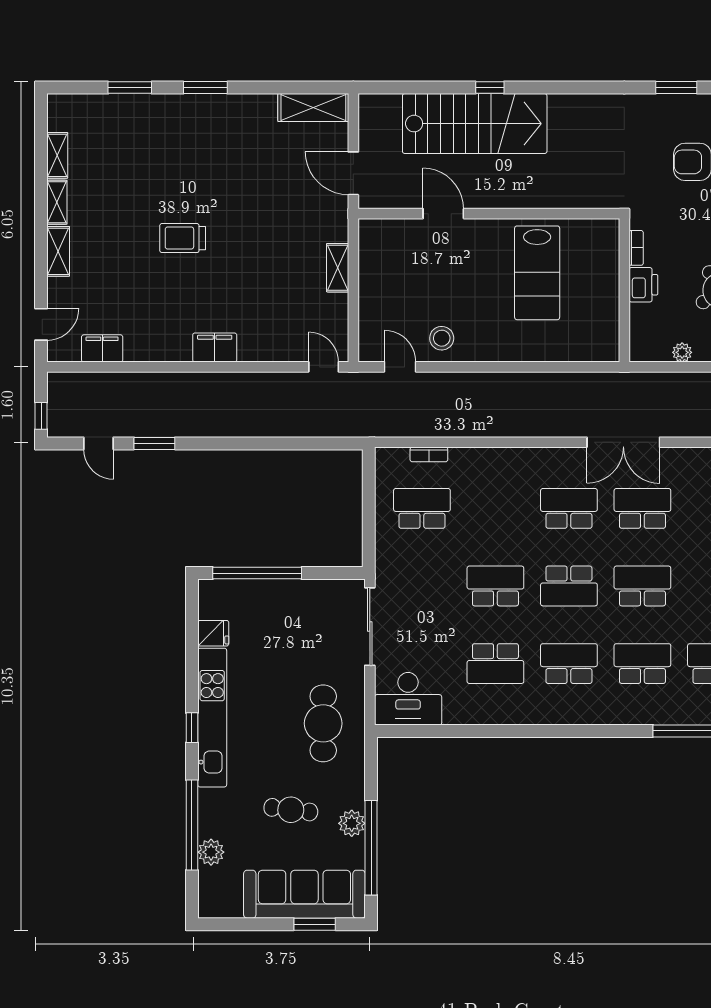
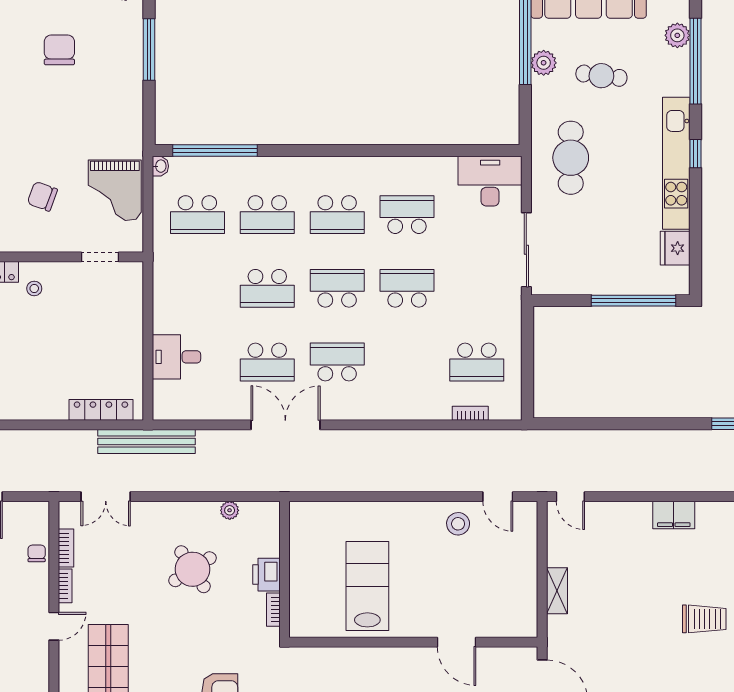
school desk: (569, 508) -> (337, 362), turned 180
school desk: (495, 586) -> (407, 288), turned 180
fridge: (213, 633) -> (675, 248), width x1.38

